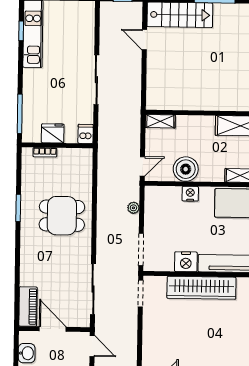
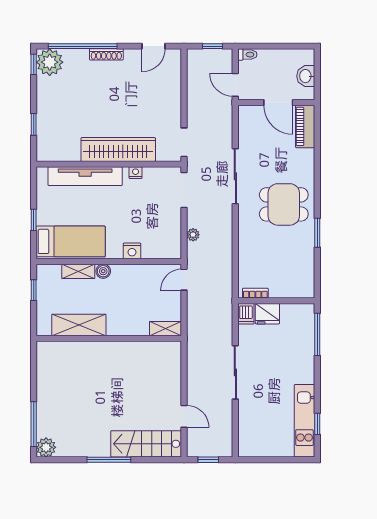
fridge: (53, 133) -> (267, 314), moved
bookcase: (45, 152) -> (255, 293), moved
boiler: (186, 169) -> (103, 271), moved, width x0.54, depth x0.54
dining table: (62, 216) -> (284, 204), moved
nightstand: (186, 262) -> (136, 173), width x0.53, depth x0.56
sliding door: (93, 289) -> (235, 176), moved

